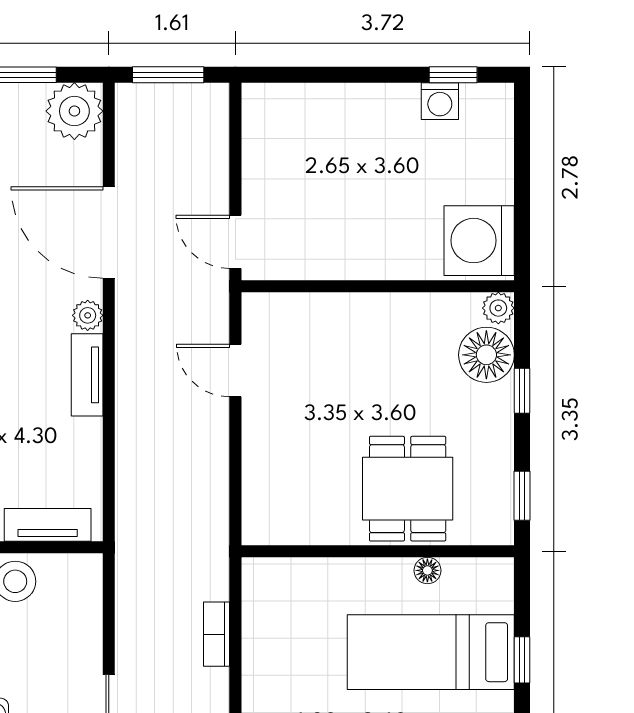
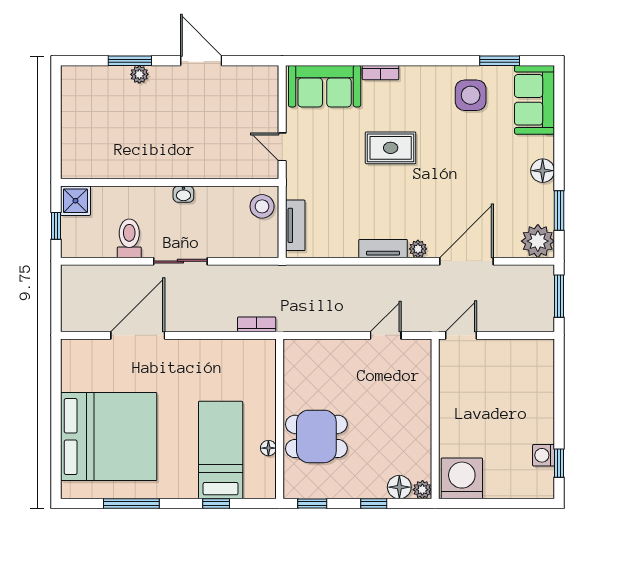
floor lamp: (486, 355) -> (399, 487), width x0.73, depth x0.73
bookcase: (217, 634) -> (257, 324), moved

